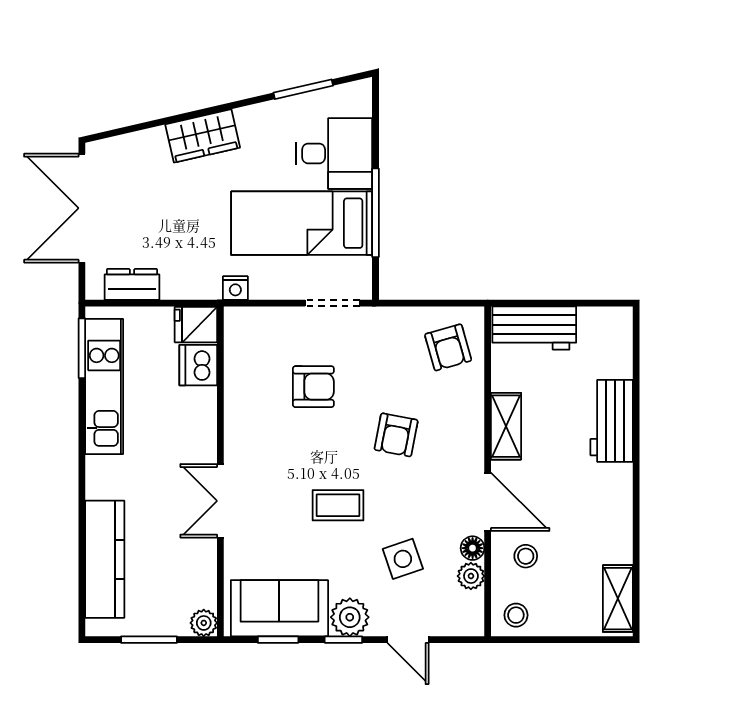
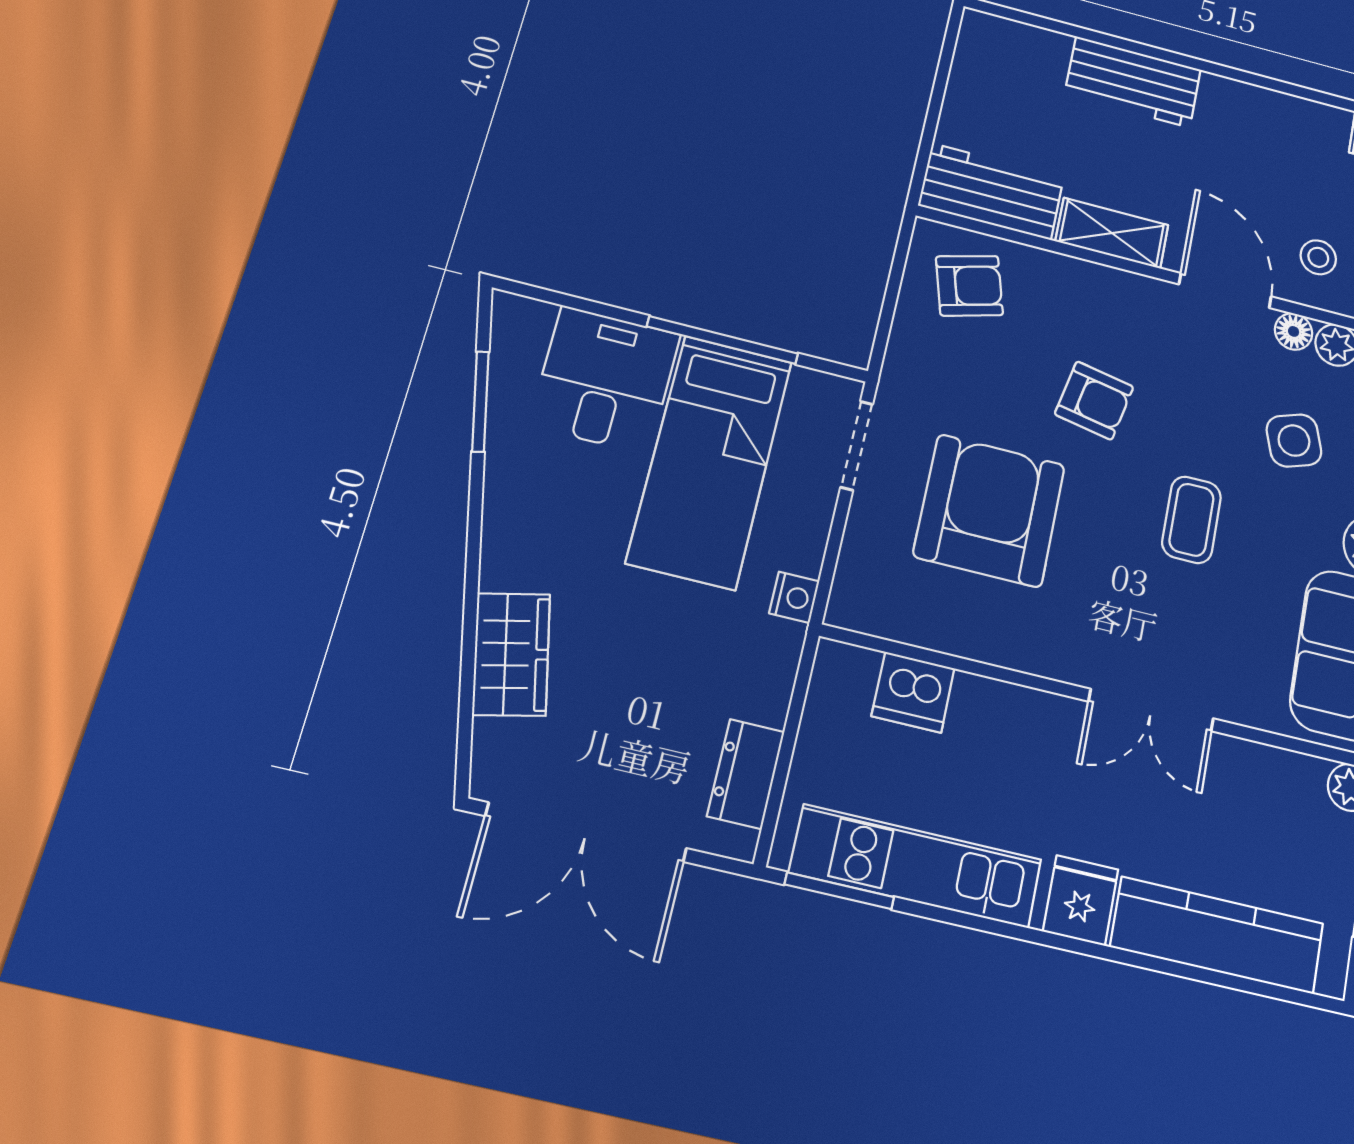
wardrobe: (203, 136) -> (511, 654), moved
fridge: (196, 325) -> (1081, 900), moved, turned 180
workbench: (534, 328) -> (991, 191), moved, turned -90
armchair: (313, 387) -> (989, 510), width x1.88, depth x1.88
door: (488, 502) -> (1225, 291), hinge flipped

